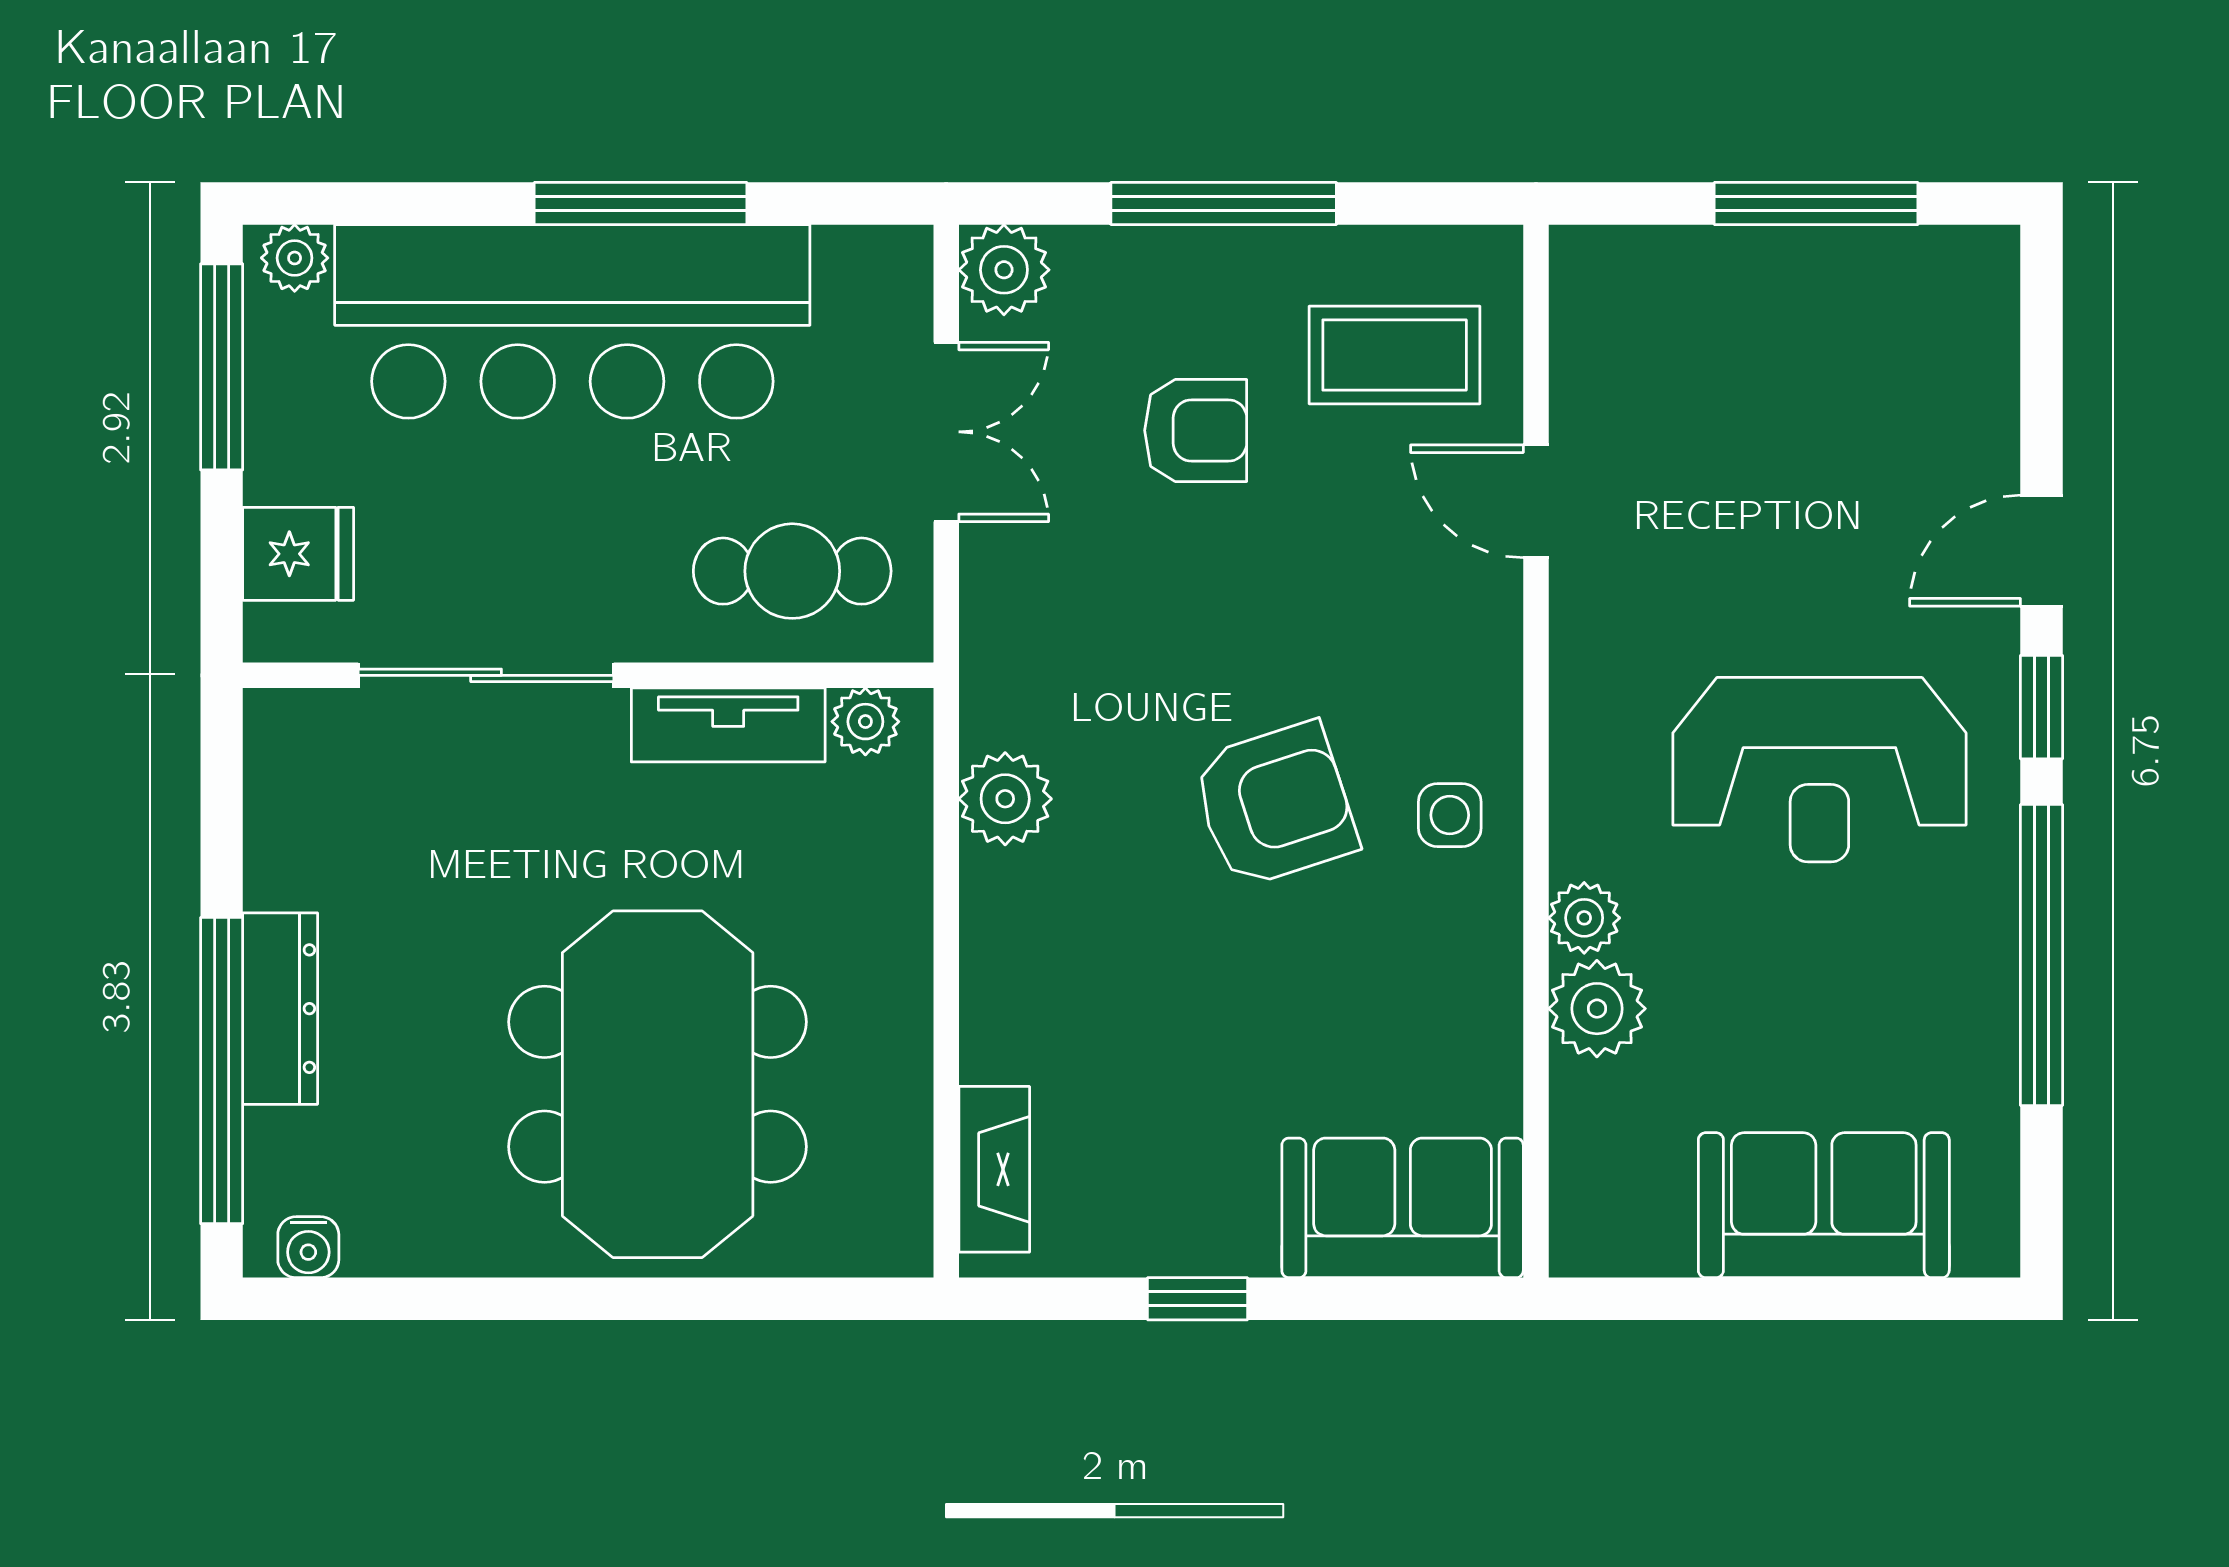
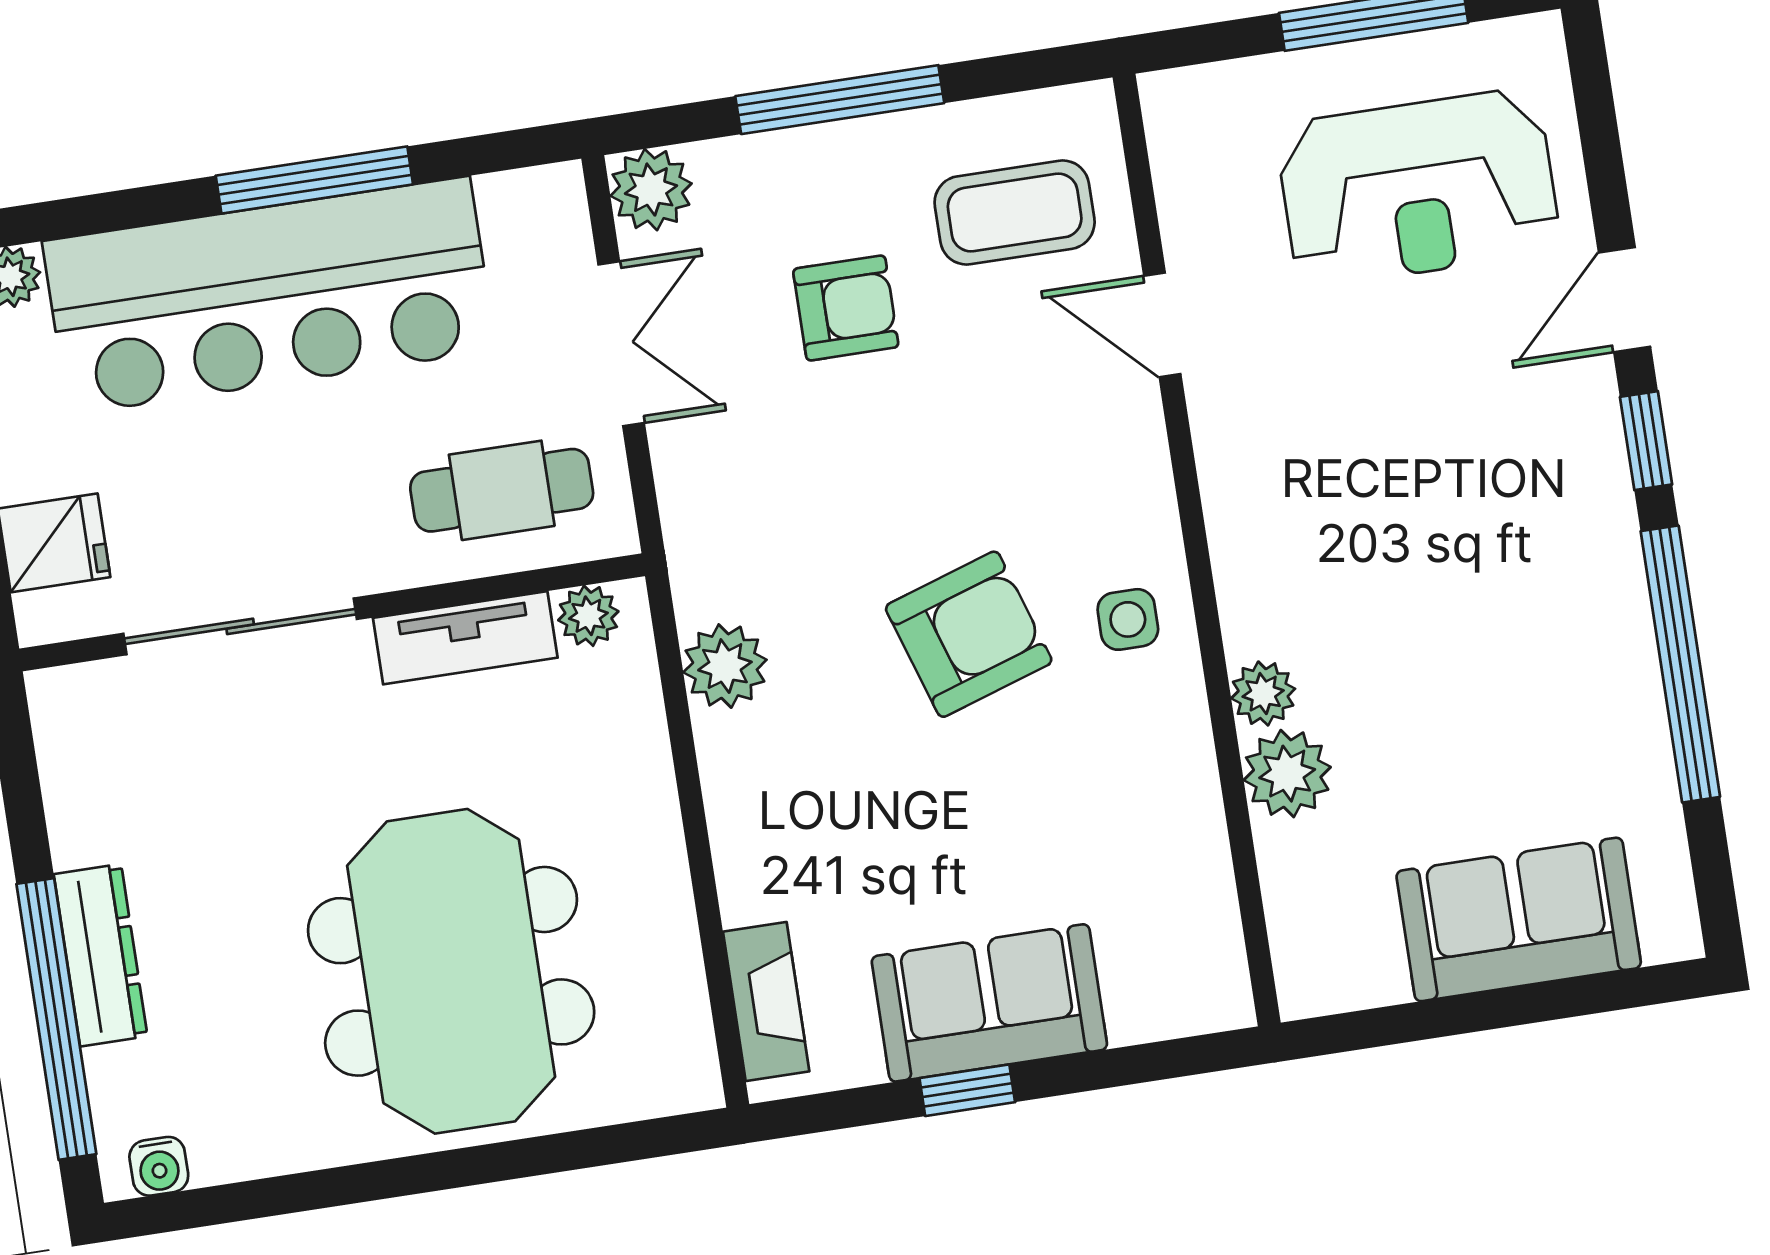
reception desk: (1819, 770) -> (1418, 188), moved
sofa: (1403, 1208) -> (989, 1003), moved

